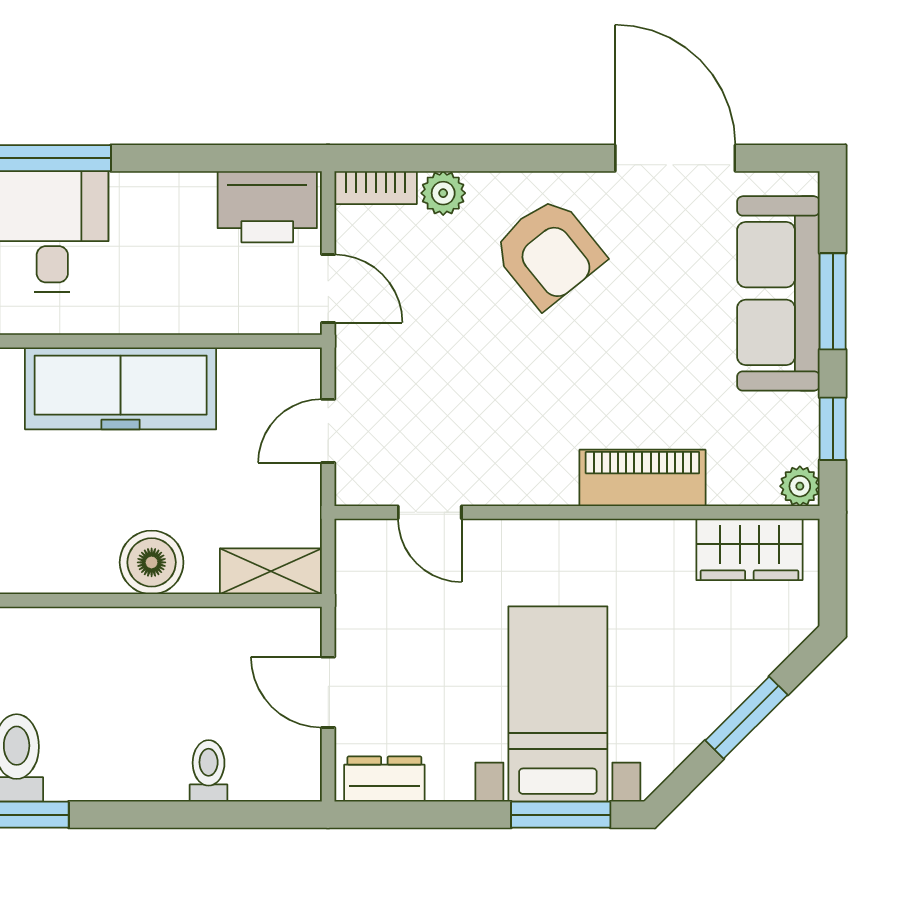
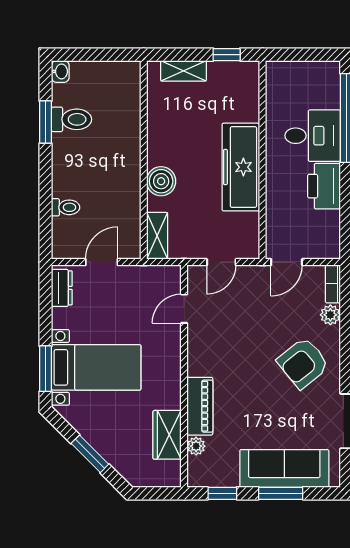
printer: (267, 207) -> (324, 186), moved
door: (328, 431) -> (221, 262), swing flipped
plant: (800, 486) -> (196, 446), moved
wardrobe: (749, 549) -> (167, 435), moved

